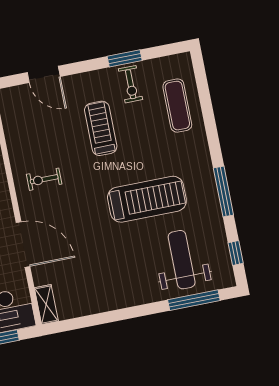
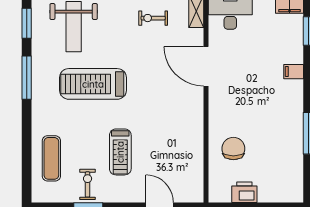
exercise bike: (44, 179) -> (153, 18), moved, turned 180
window: (236, 253) -> (27, 23), width x1.50

